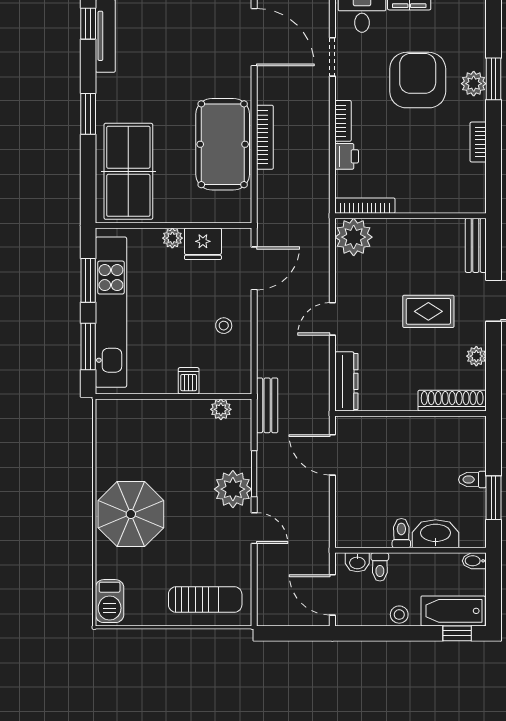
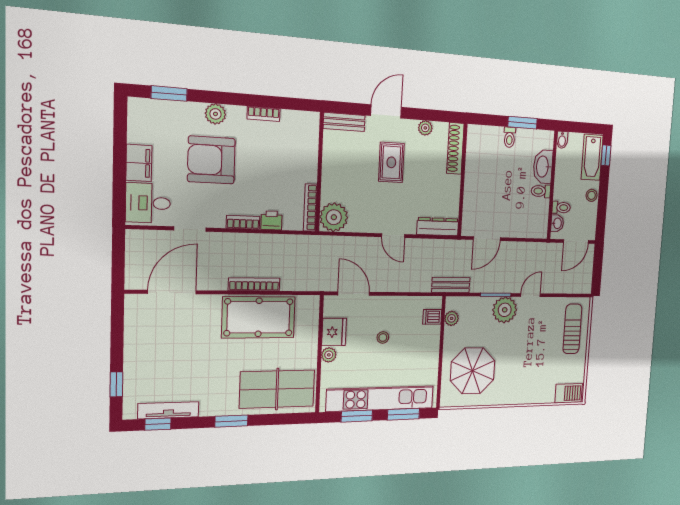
window: (494, 79) -> (169, 94), moved
stool: (224, 326) -> (383, 337), moved
dishwasher: (189, 381) -> (432, 317), moved
parasol: (131, 514) -> (473, 371), moved

